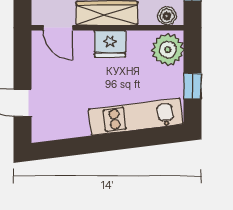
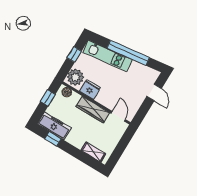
fridge: (110, 44) -> (90, 90), moved
window: (105, 143) -> (128, 53), added

